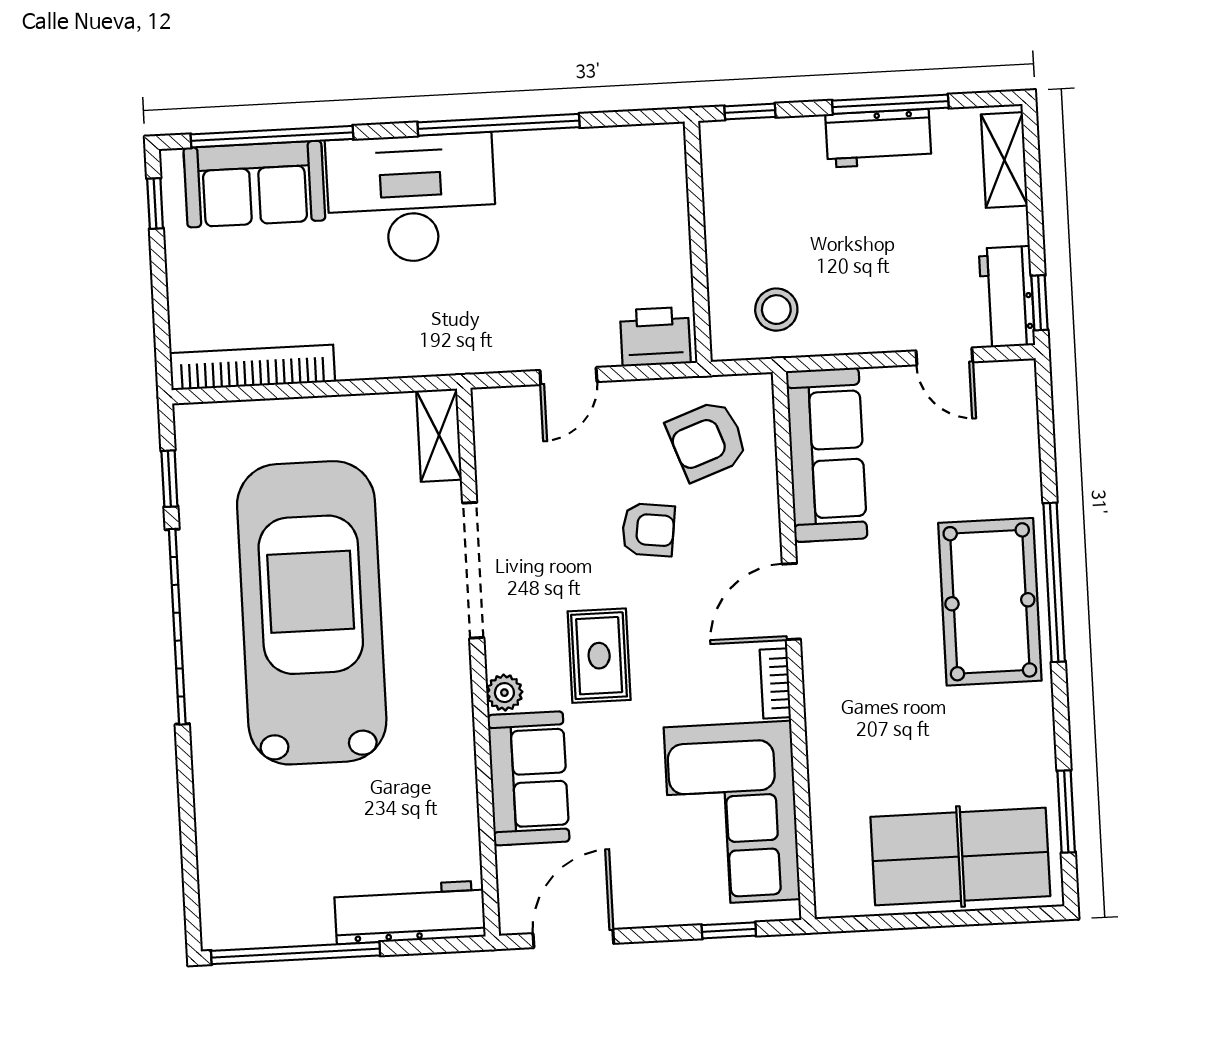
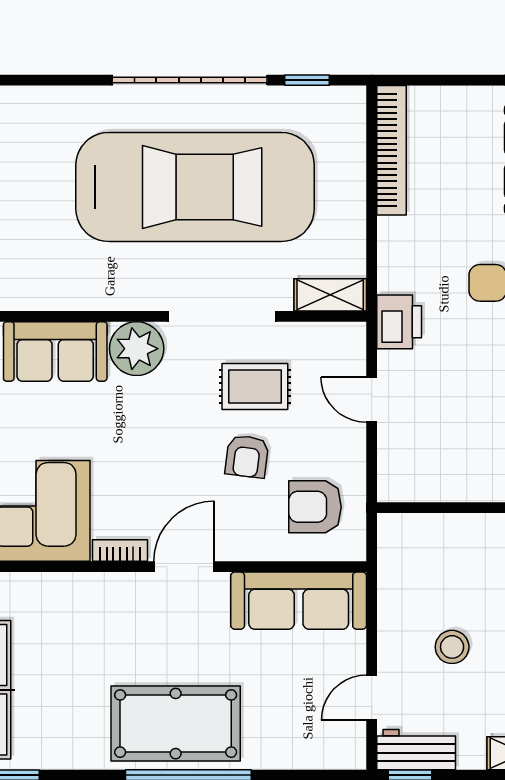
stool: (776, 310) -> (452, 647), moved
printer: (655, 337) -> (399, 322), moved
armchair: (707, 440) -> (315, 507), turned -70
door: (791, 602) -> (184, 567), hinge flipped
rug: (599, 656) -> (255, 387), moved
plant: (504, 693) -> (137, 349), width x1.88, depth x1.88

